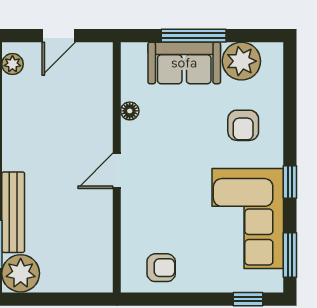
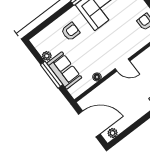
door: (59, 36) -> (89, 124), width x1.88
plant: (241, 61) -> (47, 56), width x0.53, depth x0.53

